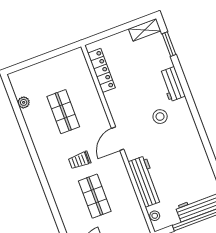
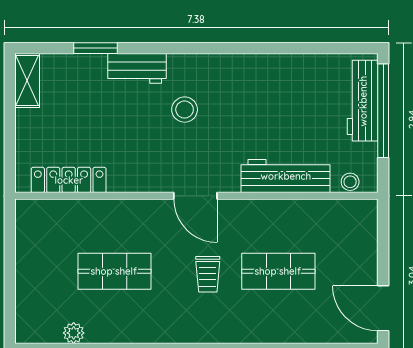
window: (169, 44) -> (96, 48), moved

